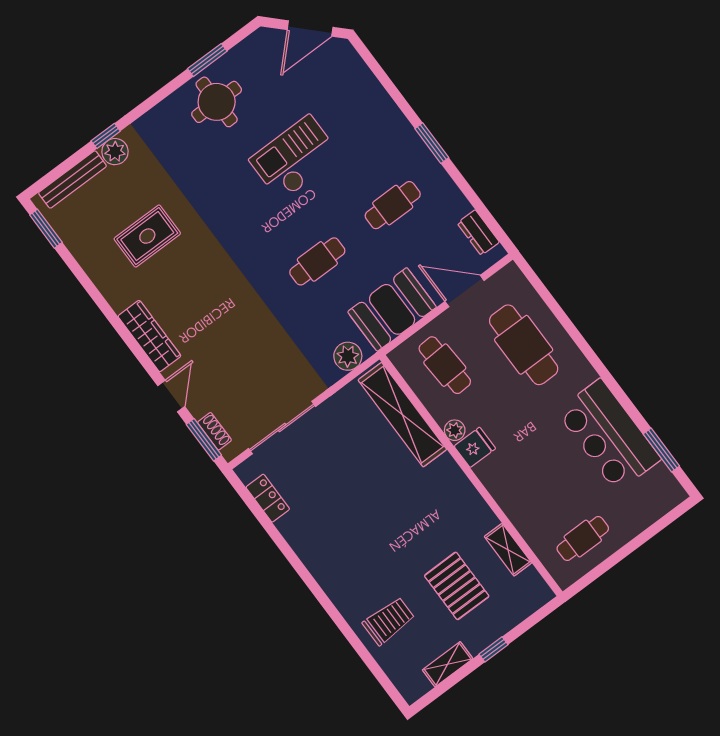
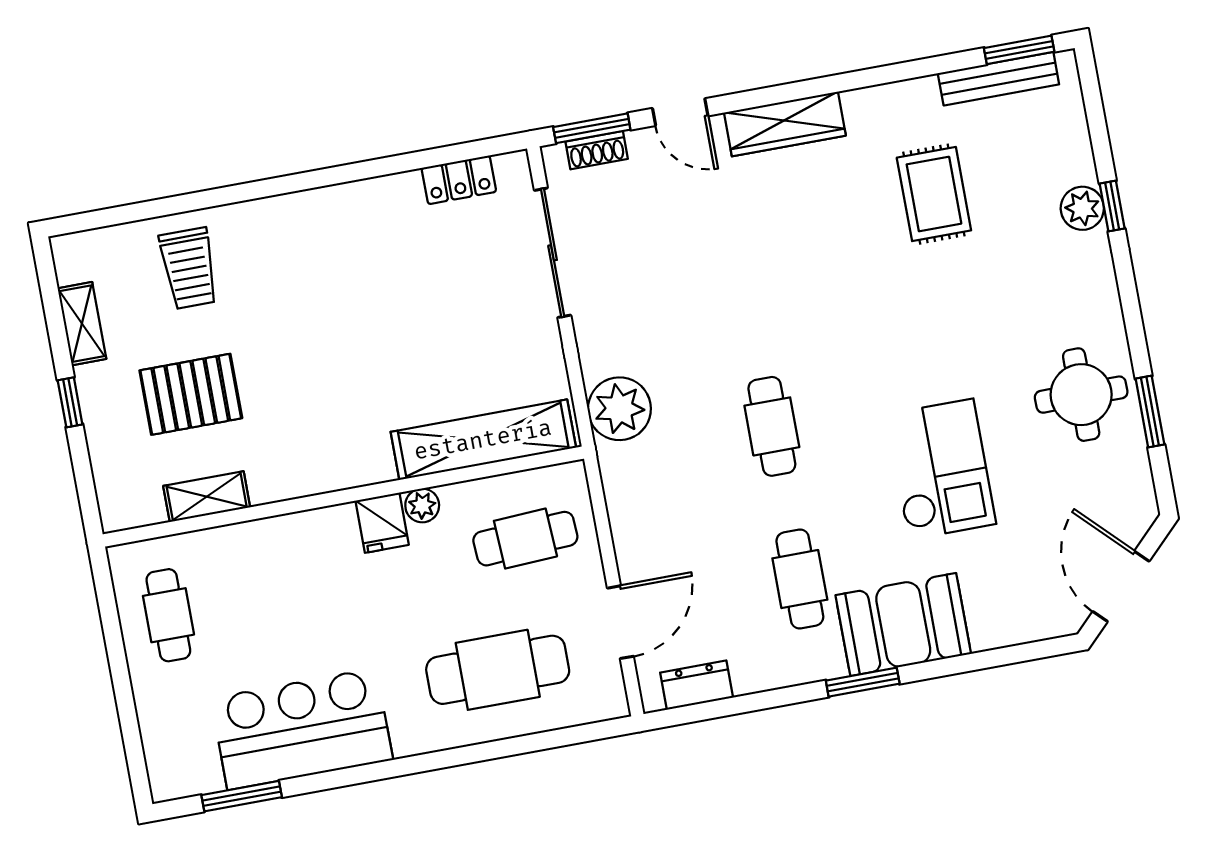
bench: (72, 179) -> (998, 79), moved, turned 90
booth: (392, 309) -> (903, 625), moved, turned 90
plant: (348, 356) -> (619, 409), width x1.36, depth x1.36

